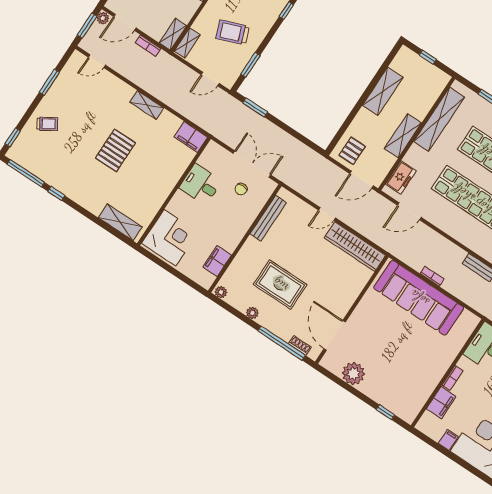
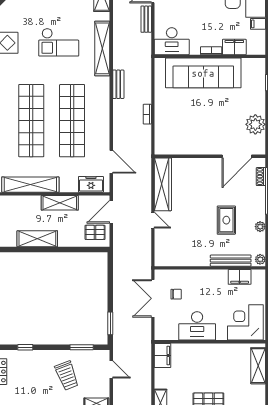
door: (362, 180) -> (111, 212), swing flipped
desk: (200, 184) -> (197, 326), width x1.37
bench: (268, 218) -> (231, 261), moved
rug: (280, 285) -> (226, 220), width x0.73, depth x0.70
sofa: (419, 298) -> (203, 73), moved, turned 90

